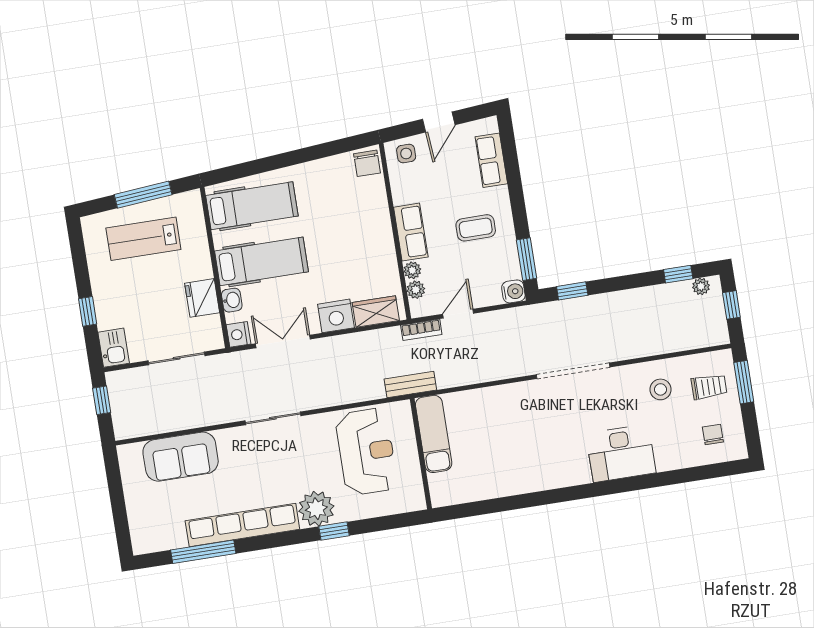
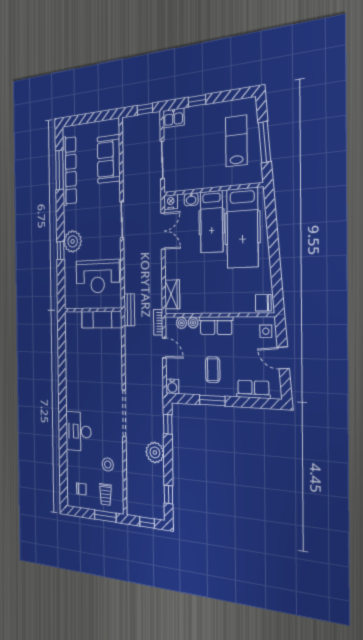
hospital bed: (252, 206) -> (242, 228), width x1.37, depth x1.29
window: (527, 259) -> (212, 400), moved
plant: (701, 286) -> (155, 452), moved, width x1.87, depth x1.87
fridge: (202, 298) -> (195, 179), removed
nightstand: (336, 316) -> (173, 268), removed
row of seats: (242, 525) -> (69, 171), moved

